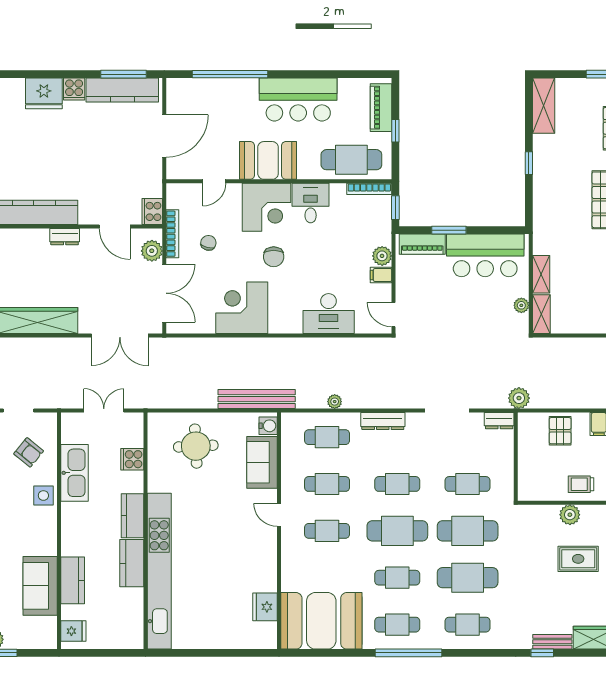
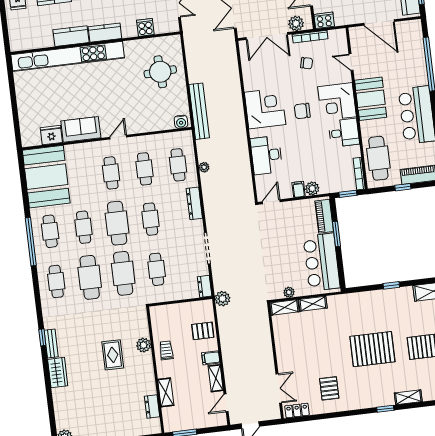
corner desk: (242, 308) -> (265, 108), moved
sofa: (262, 462) -> (81, 129), moved

